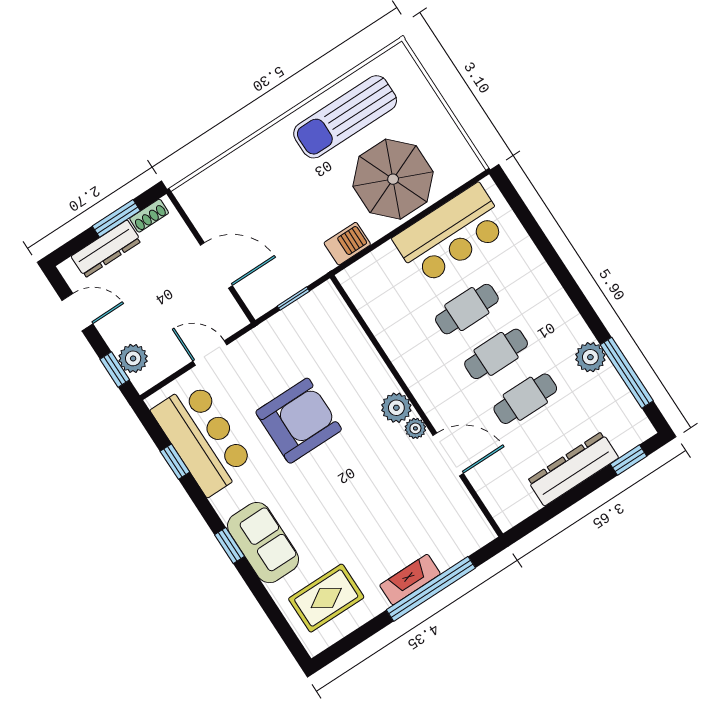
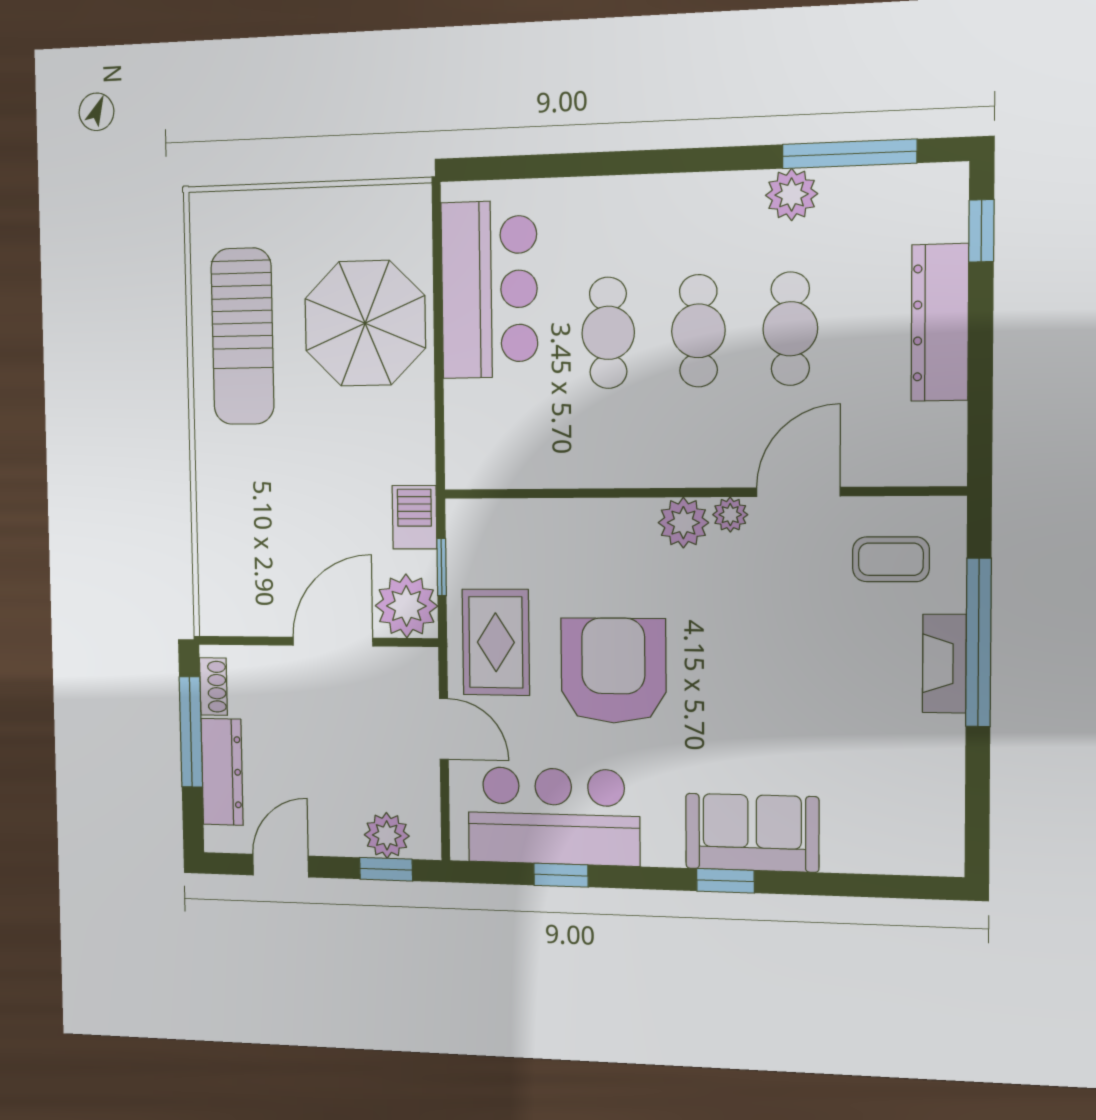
window: (116, 218) -> (191, 732), width x1.44
barbecue: (347, 244) -> (414, 517), moved
plant: (261, 293) -> (406, 606), added
door: (210, 353) -> (444, 729), swing flipped
coffee table: (444, 521) -> (891, 559), added
rug: (326, 598) -> (496, 642), moved

